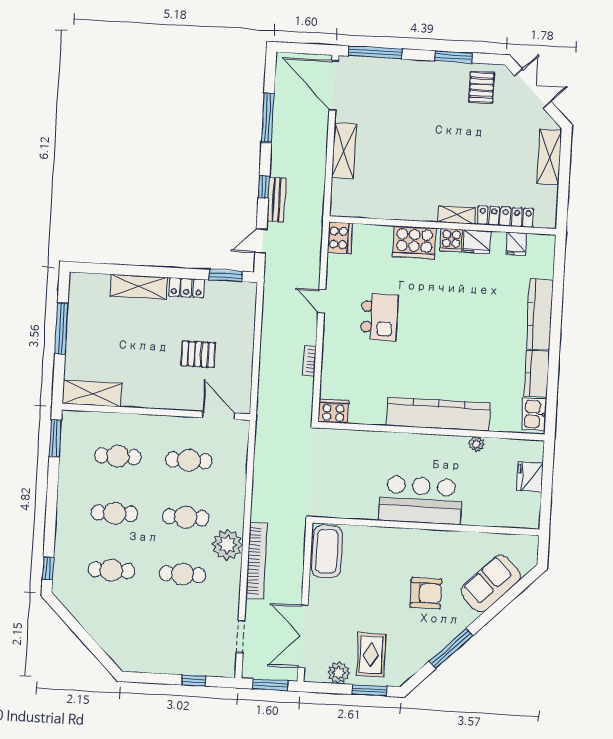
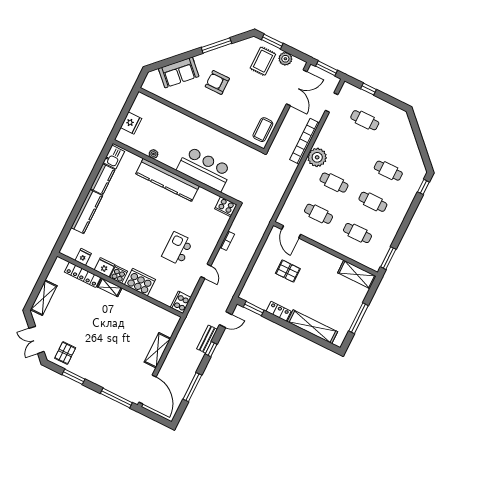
shelving: (139, 287) -> (312, 327), width x1.47
bar counter: (421, 500) -> (204, 169), moved, turned 180
coffee table: (327, 551) -> (263, 130), width x0.73, depth x0.76
cafe table: (183, 574) -> (365, 120), moved

